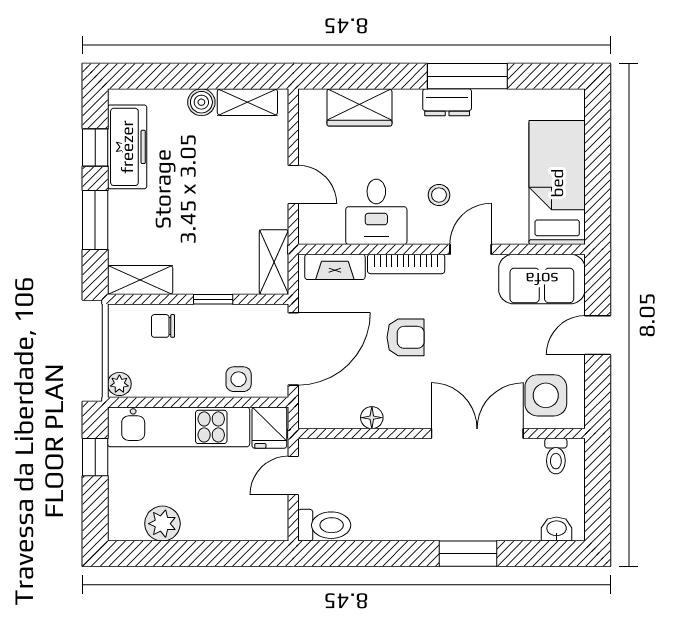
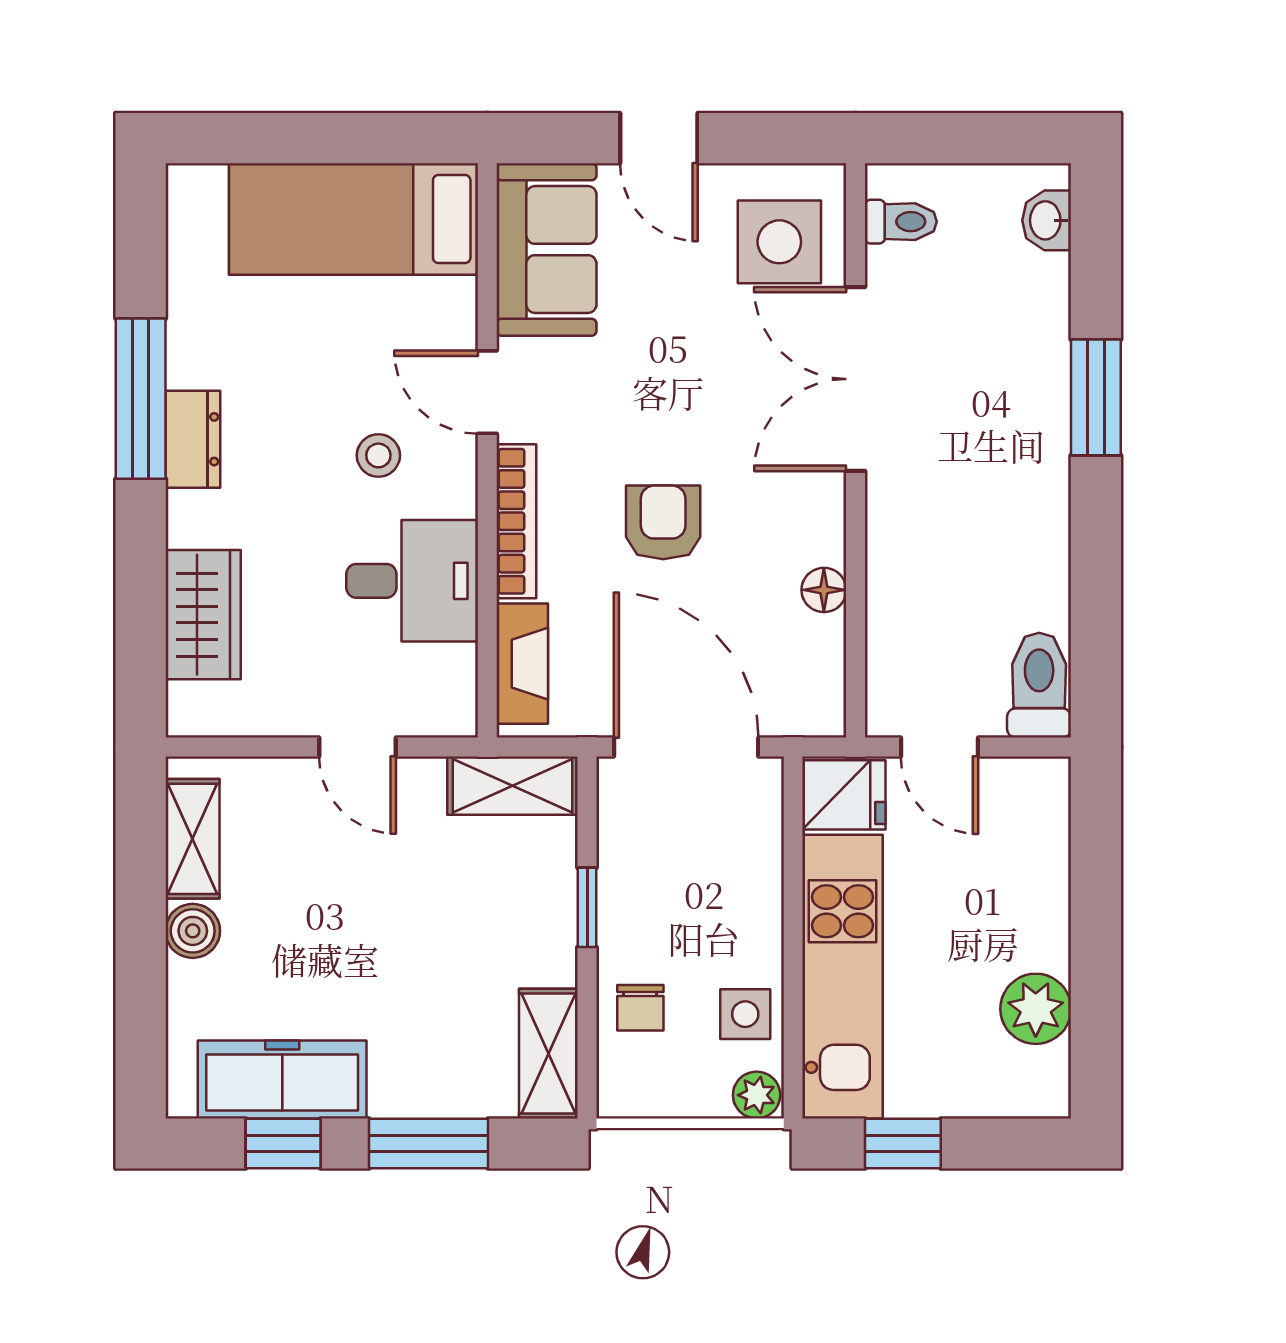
door: (293, 185) -> (357, 747), swing flipped
side table: (239, 379) -> (745, 1014), moved

